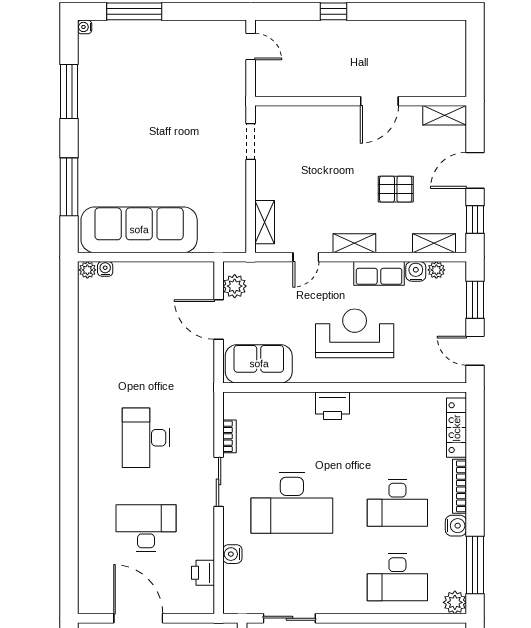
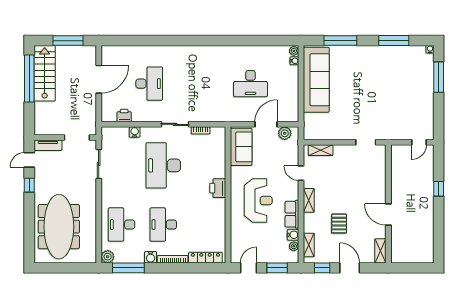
desk: (146, 438) -> (250, 84), moved, turned 180

